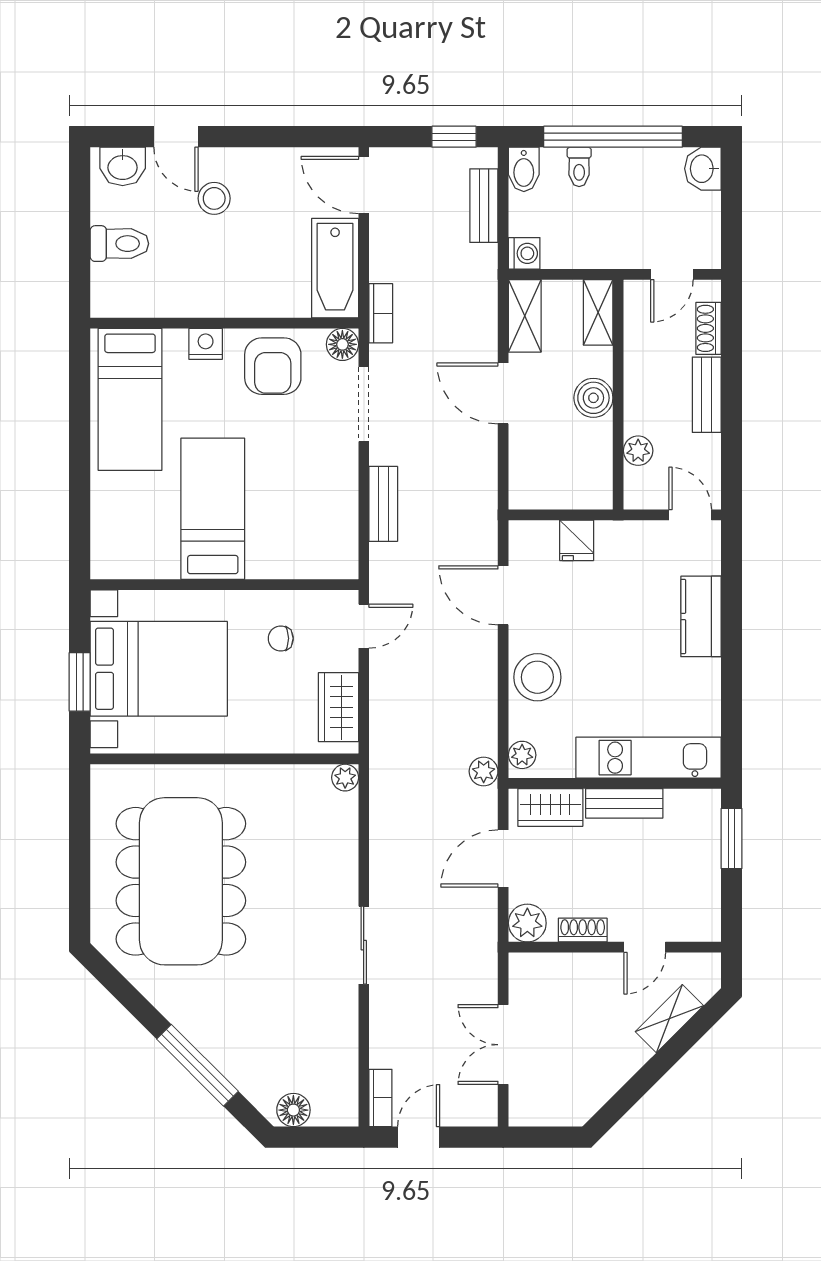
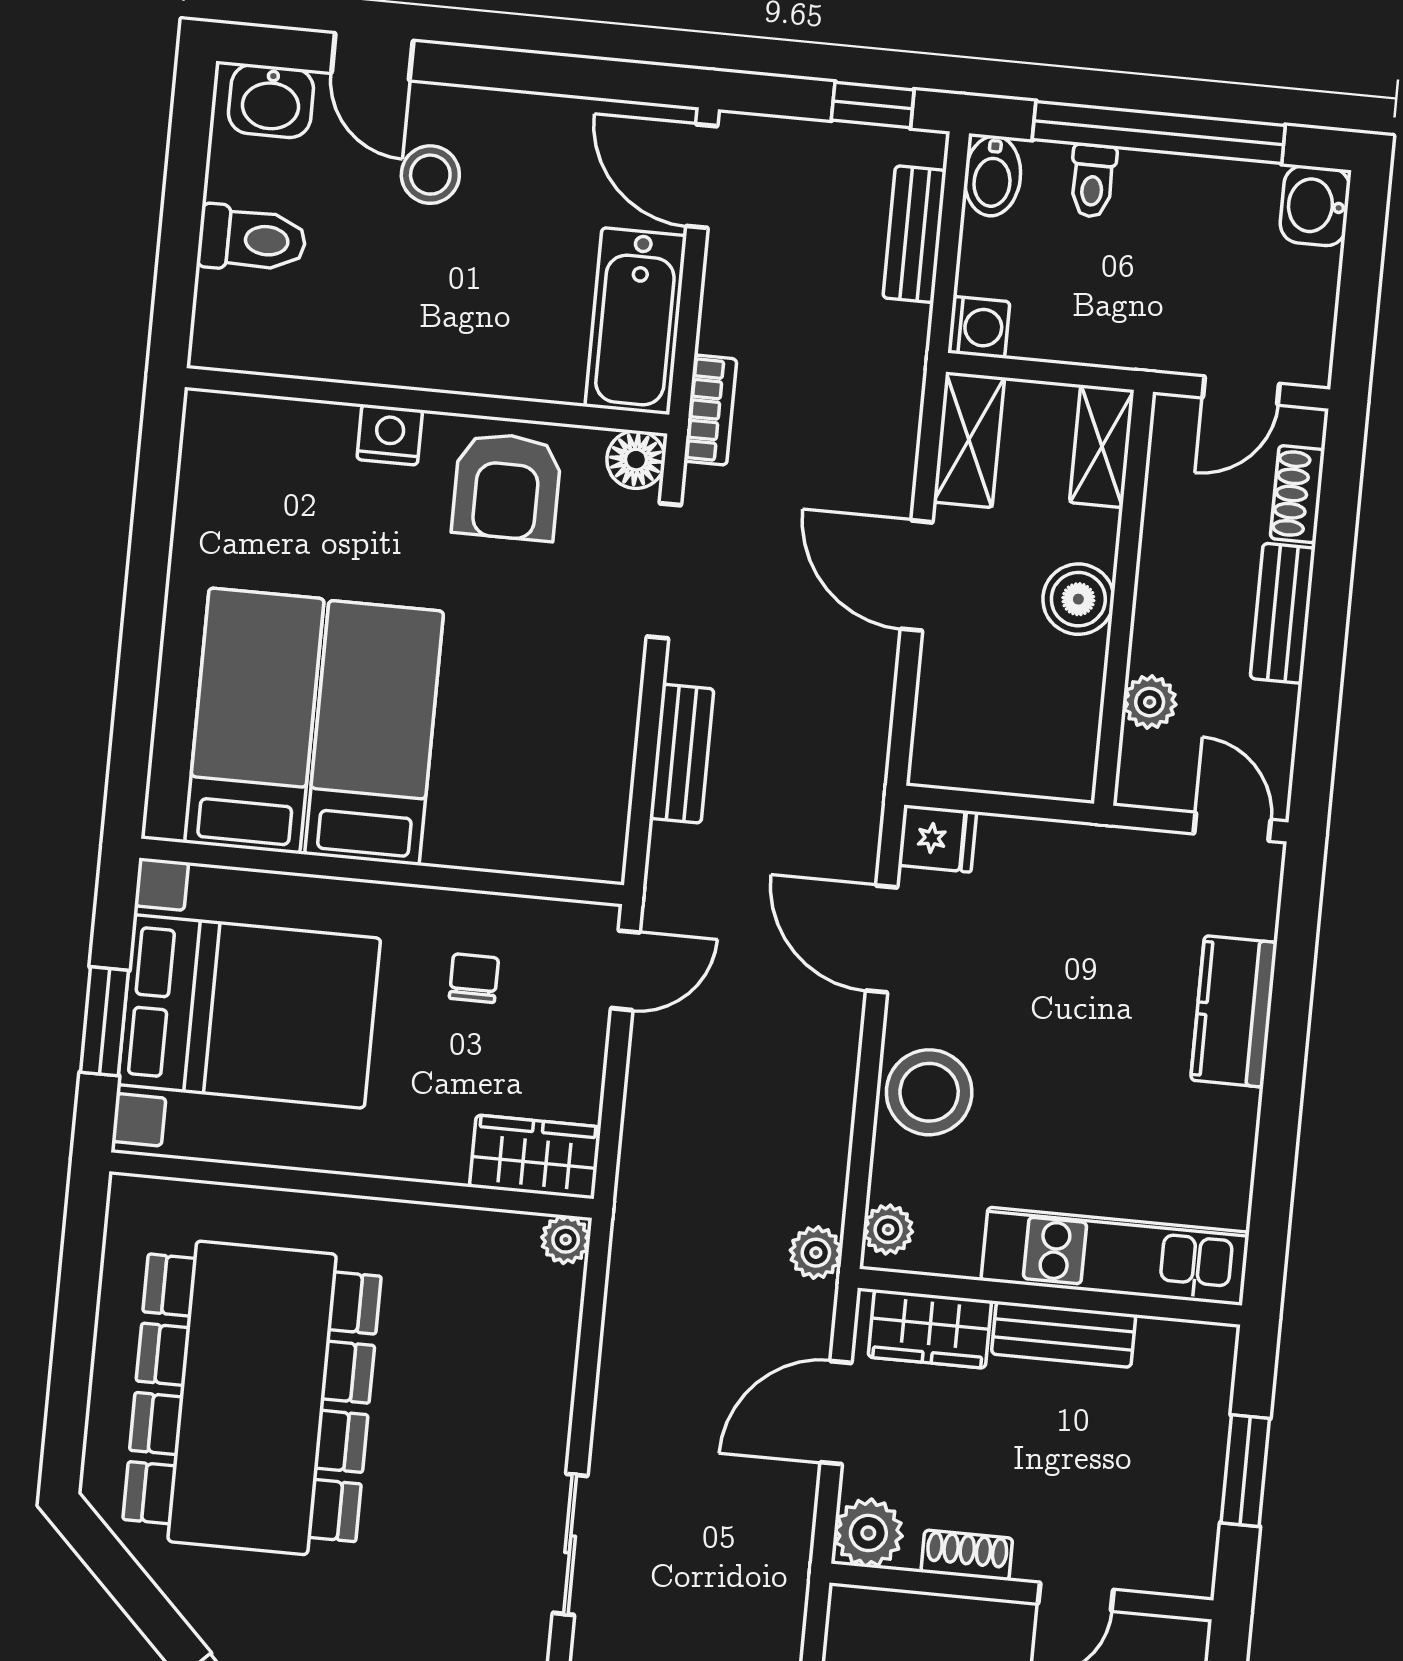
bed: (130, 399) -> (254, 721), moved, turned 180
fridge: (577, 540) -> (938, 839), moved, turned -90
chair: (281, 638) -> (474, 978), turned 90
wardrobe: (338, 707) -> (535, 1157), moved, turned 90
window: (731, 839) -> (1245, 1471), moved

